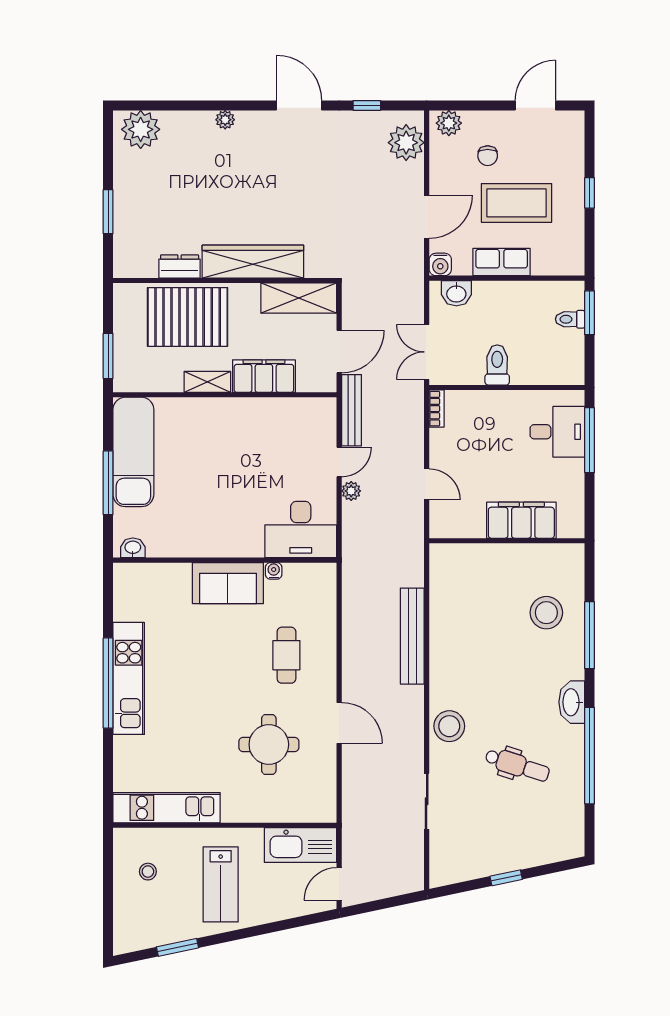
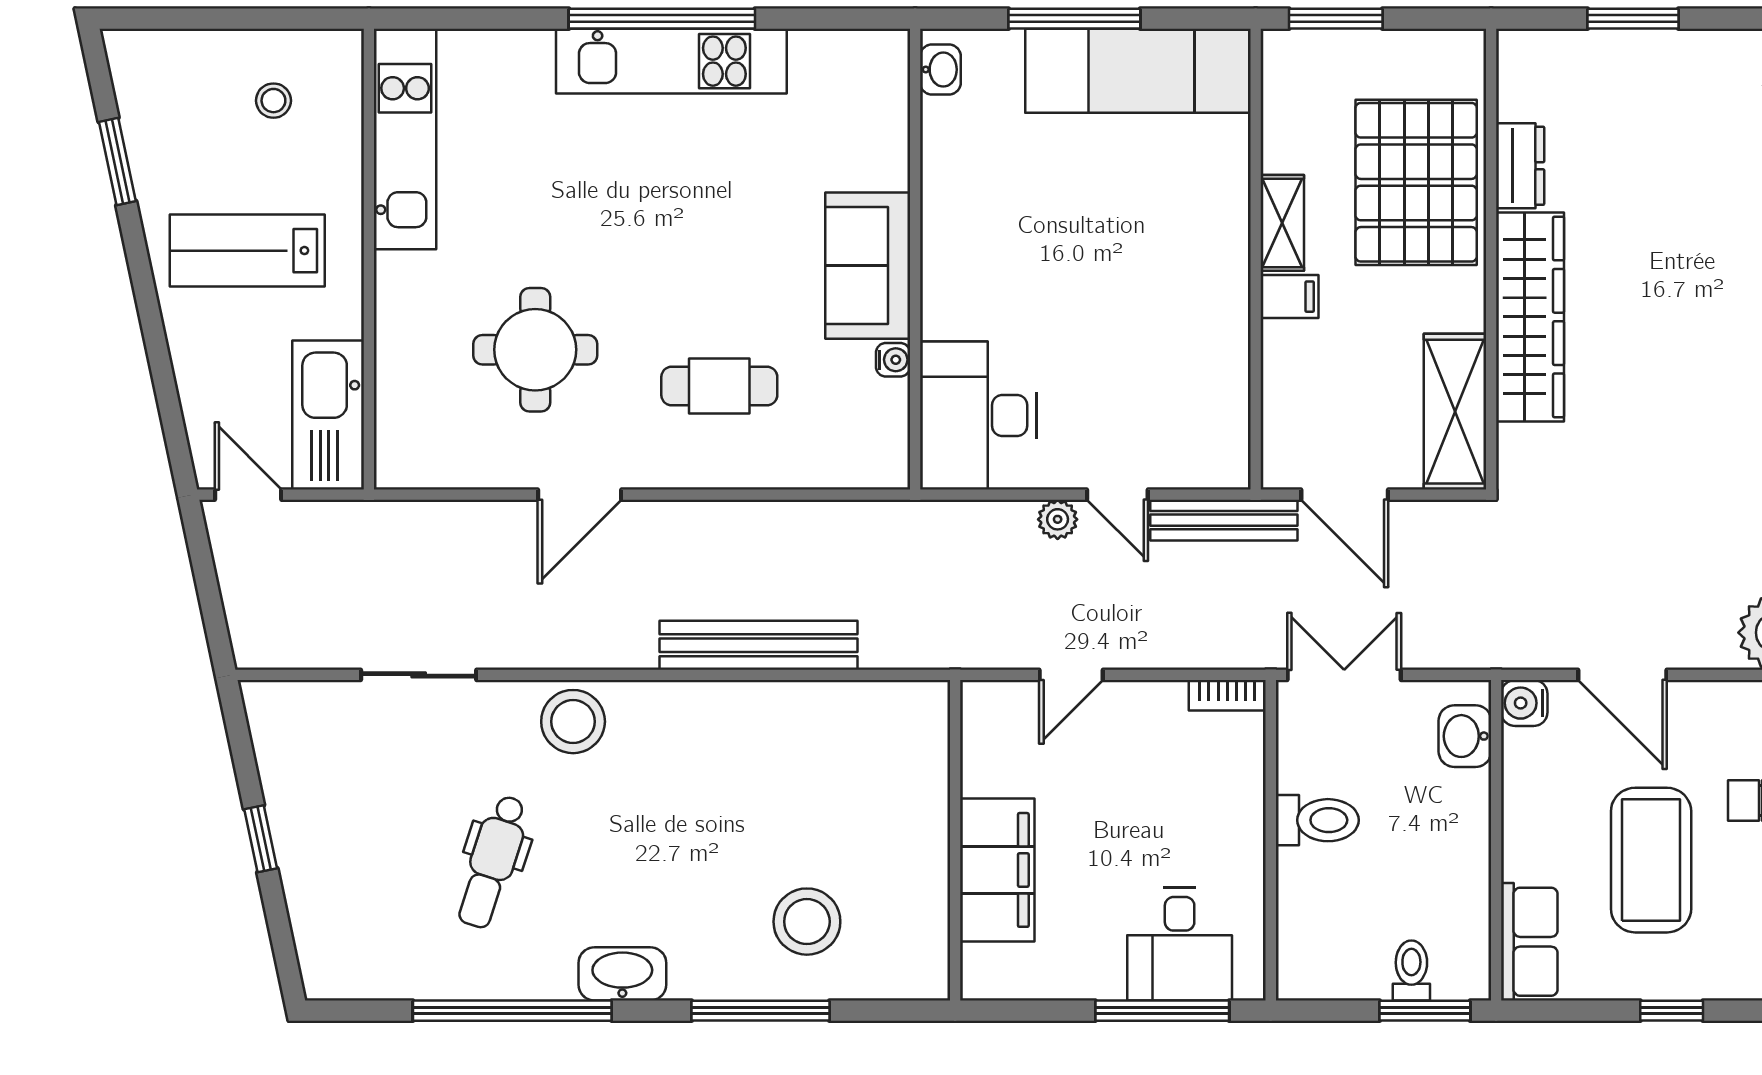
row of seats: (502, 262) -> (1529, 942), moved
filing cabinet: (264, 376) -> (1289, 297), width x0.33, depth x0.86

